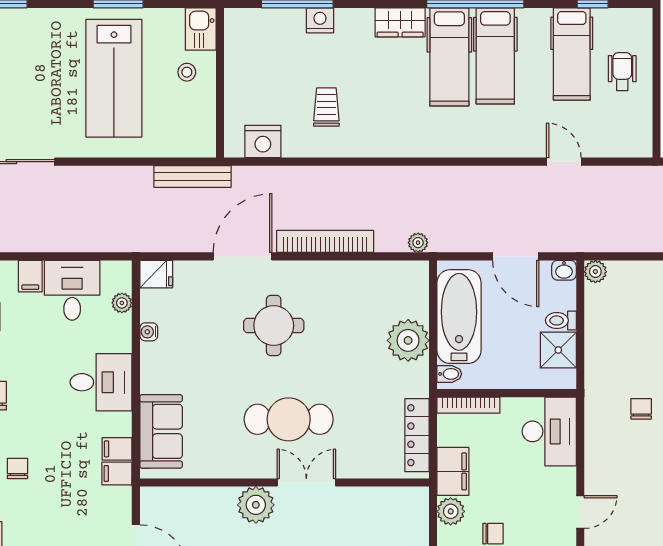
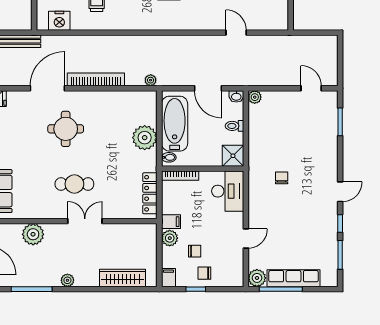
shower: (558, 350) -> (233, 156), moved
cafe table: (289, 419) -> (74, 184), width x0.73, depth x0.74
filing cabinet: (453, 471) -> (171, 222), width x0.50
plant: (256, 505) -> (33, 234), moved

